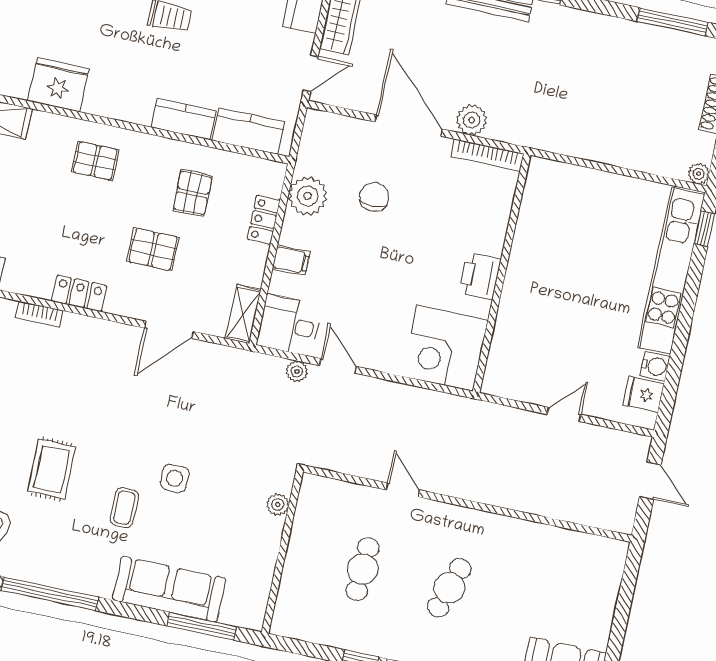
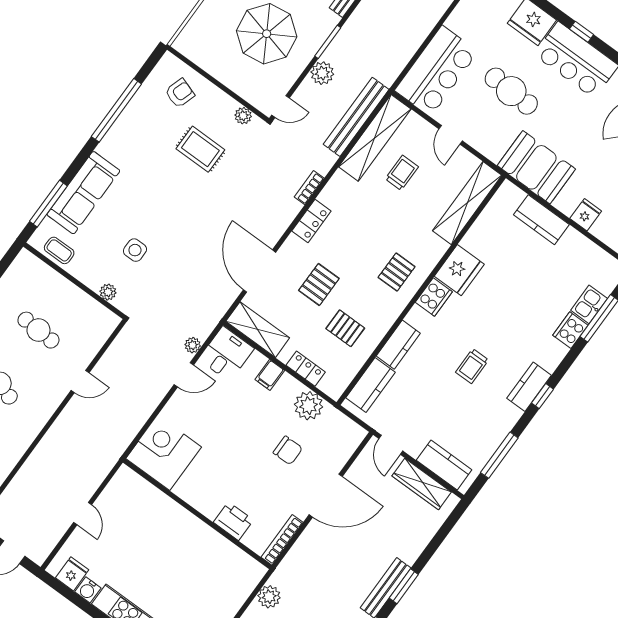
cooker: (106, 101) -> (434, 297), added
plant: (472, 120) -> (269, 597), moved
printer: (480, 276) -> (233, 521), moved
shelving: (243, 314) -> (258, 330), width x1.50, depth x1.33
door: (169, 330) -> (260, 271), width x1.36
side table: (175, 478) -> (135, 250), moved
coffee table: (124, 508) -> (59, 250), moved

